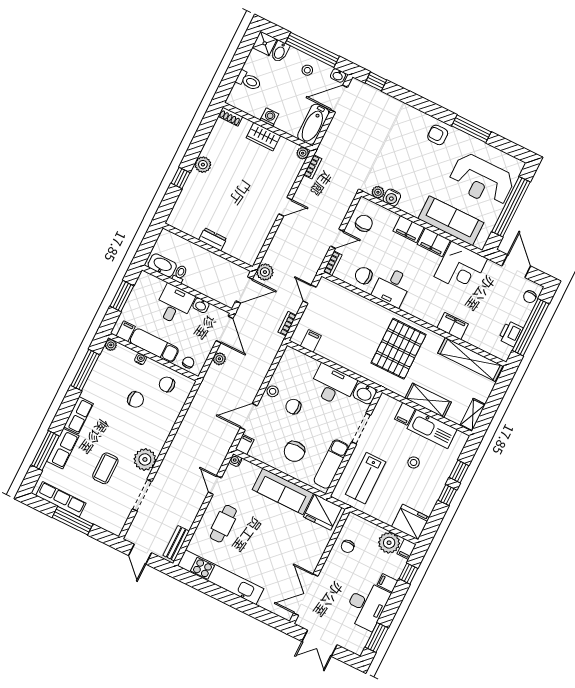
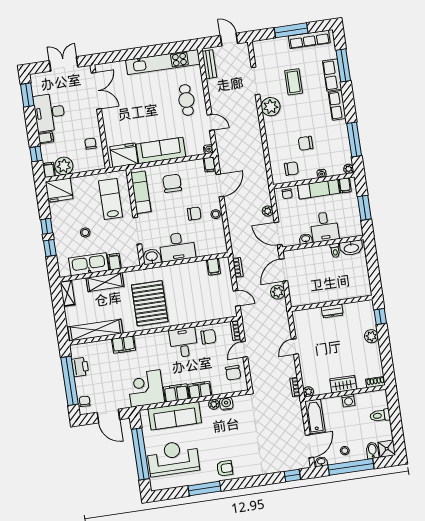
plant: (378, 192) -> (214, 404), moved
dresser: (213, 239) -> (332, 311), moved
wall: (208, 247) -> (332, 303), moved

